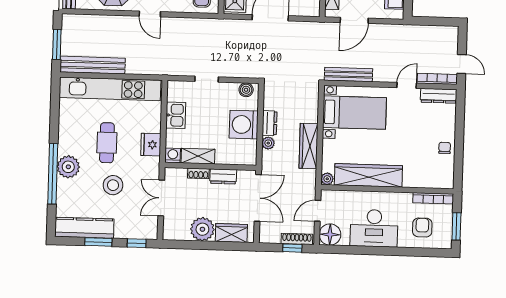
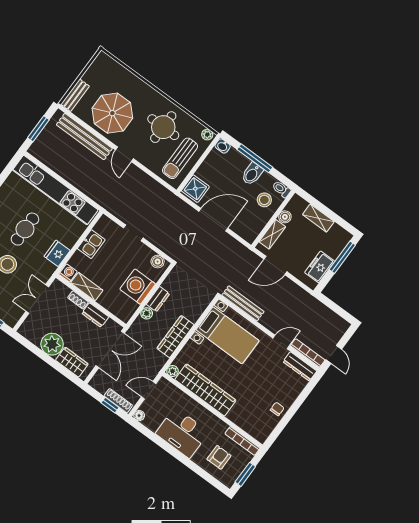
bench: (93, 65) -> (84, 137), moved
floor lamp: (330, 235) -> (139, 416), width x0.53, depth x0.53

